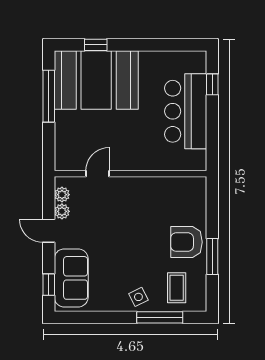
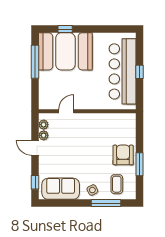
window: (212, 84) -> (140, 72), moved
bar counter: (186, 111) -> (123, 71), width x1.36
armchair: (186, 242) -> (123, 155), turned 90
sofa: (71, 278) -> (61, 189), moved, turned -90

